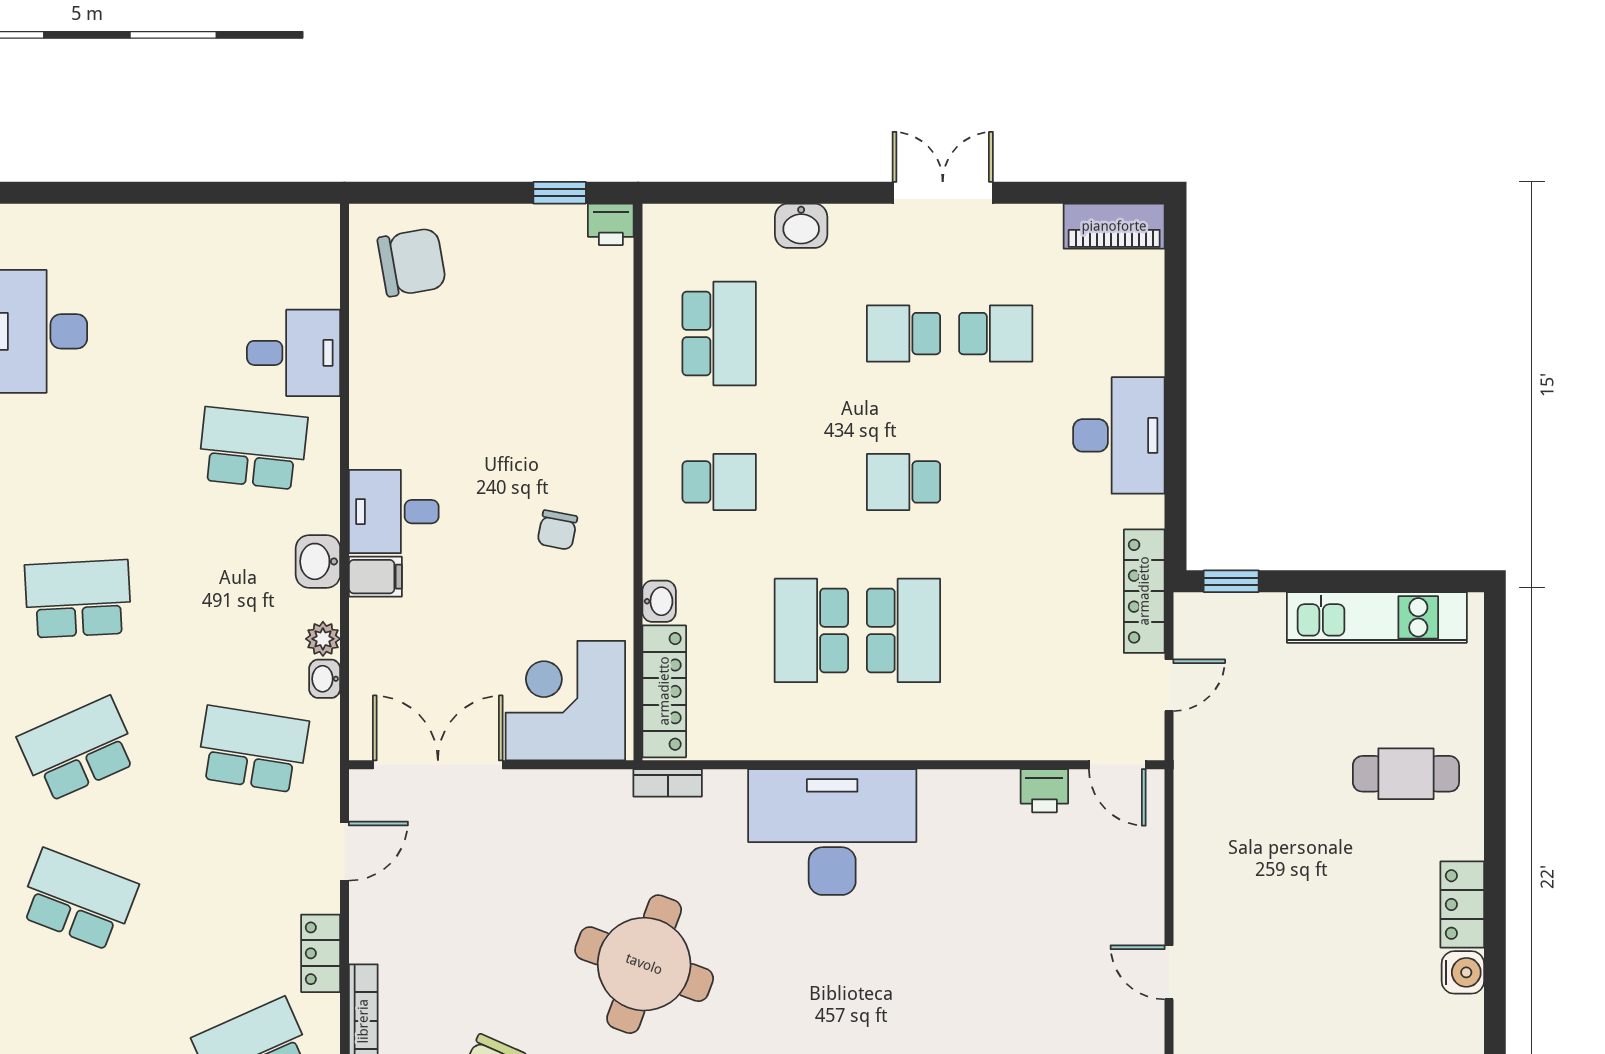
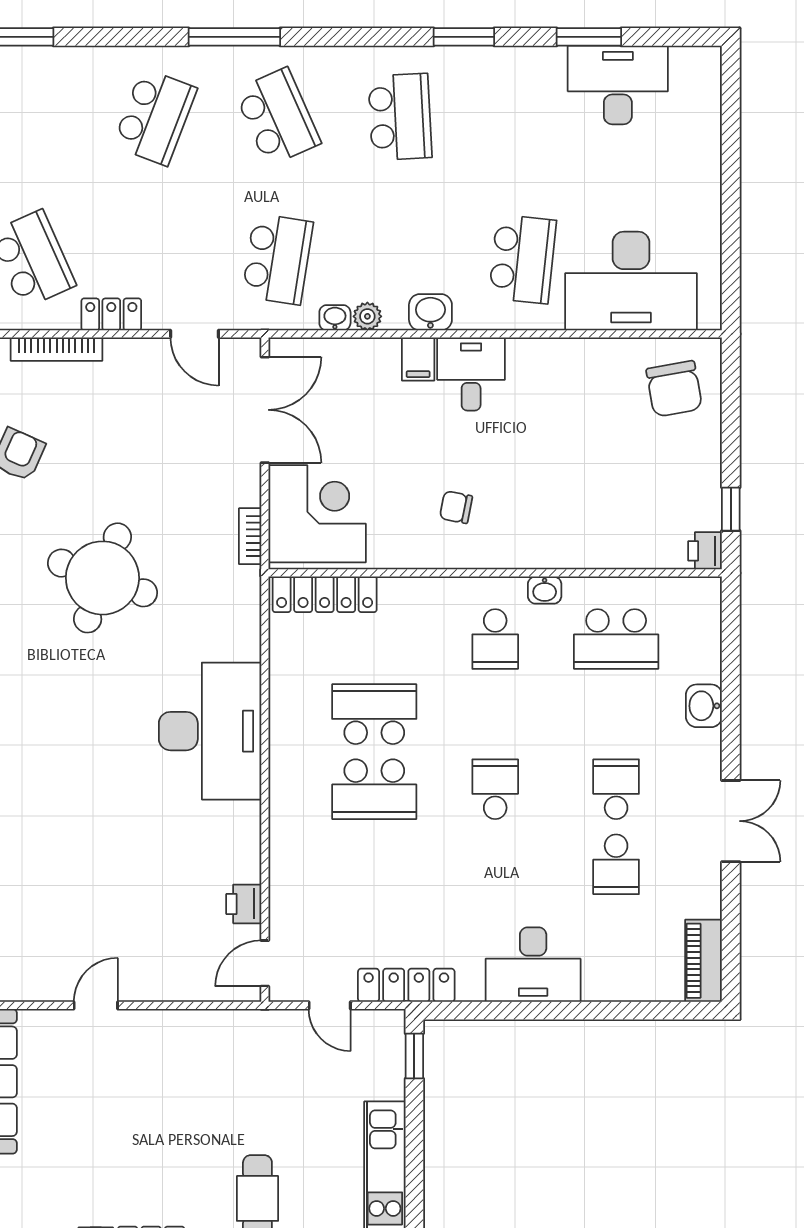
desk: (294, 353) -> (631, 281), width x1.87, depth x1.30
washbasin: (659, 601) -> (545, 590), moved
bookcase: (668, 783) -> (250, 536), moved

